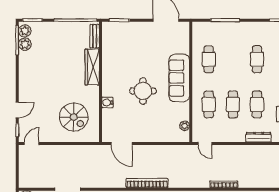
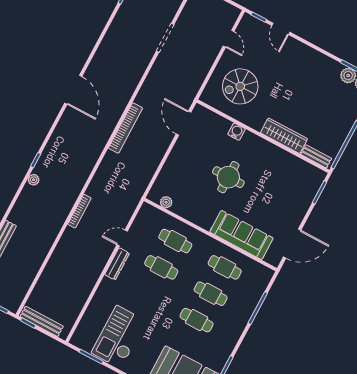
sofa: (179, 78) -> (241, 235), moved
cafe table: (257, 104) -> (211, 294), moved
dresser: (259, 137) -> (117, 264), moved
door: (32, 144) -> (229, 39), moved
door: (122, 144) -> (183, 123), hinge flipped
door: (205, 144) -> (122, 238), moved

